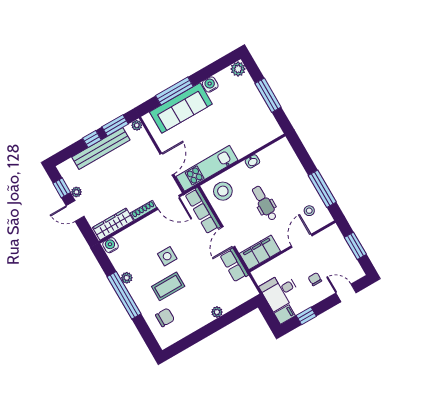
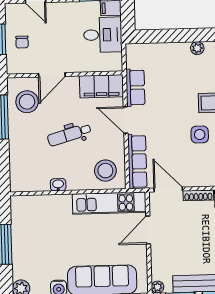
dental chair: (264, 203) -> (69, 135), turned 74
stool: (309, 211) -> (27, 102), width x1.89, depth x1.89
door: (228, 237) -> (126, 120), swing flipped
chair: (315, 279) -> (22, 42), moved
plant: (217, 312) -> (197, 48), moved

